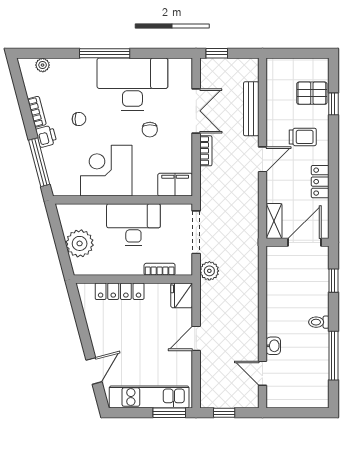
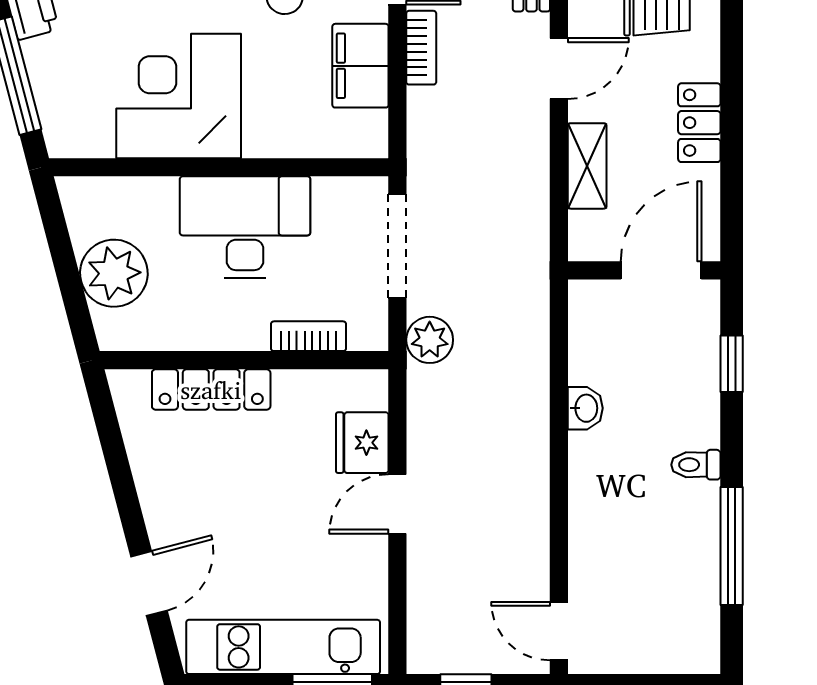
filing cabinet: (175, 185) -> (360, 66), moved, turned -90
shelving: (274, 221) -> (587, 166), moved
fridge: (182, 295) -> (362, 443), moved
washbasin: (273, 346) -> (585, 408), moved
door: (262, 373) -> (559, 631), moved

